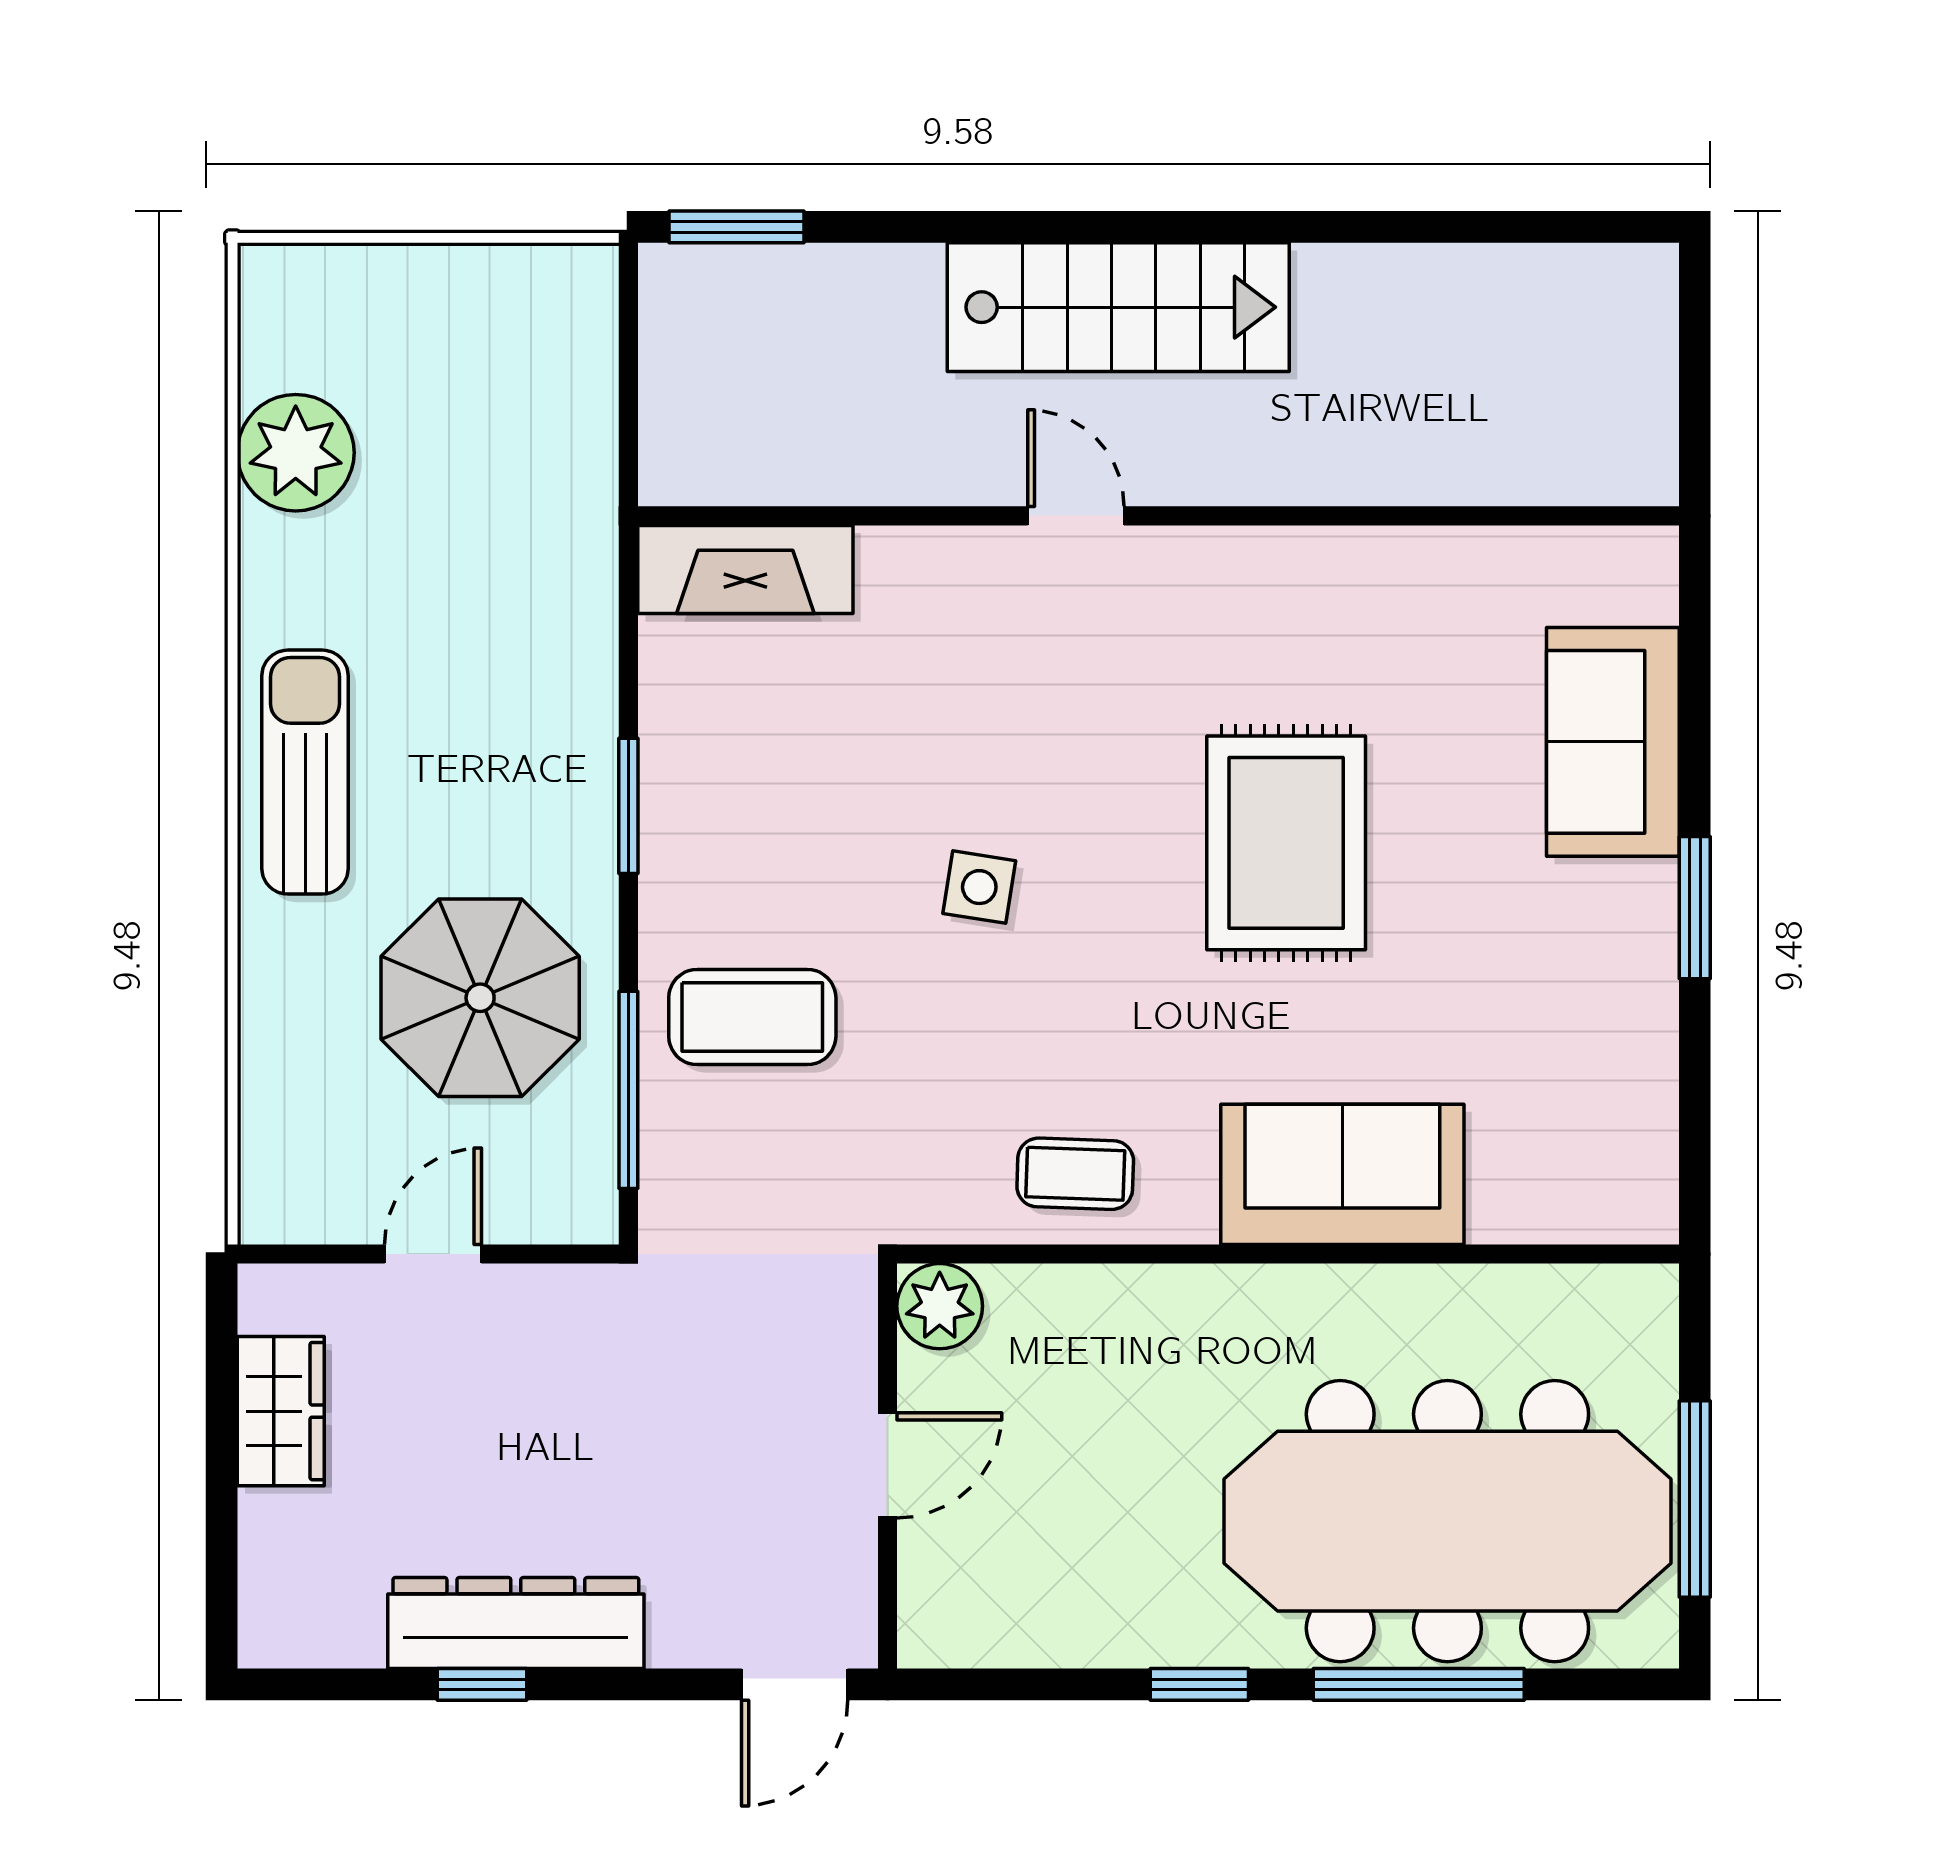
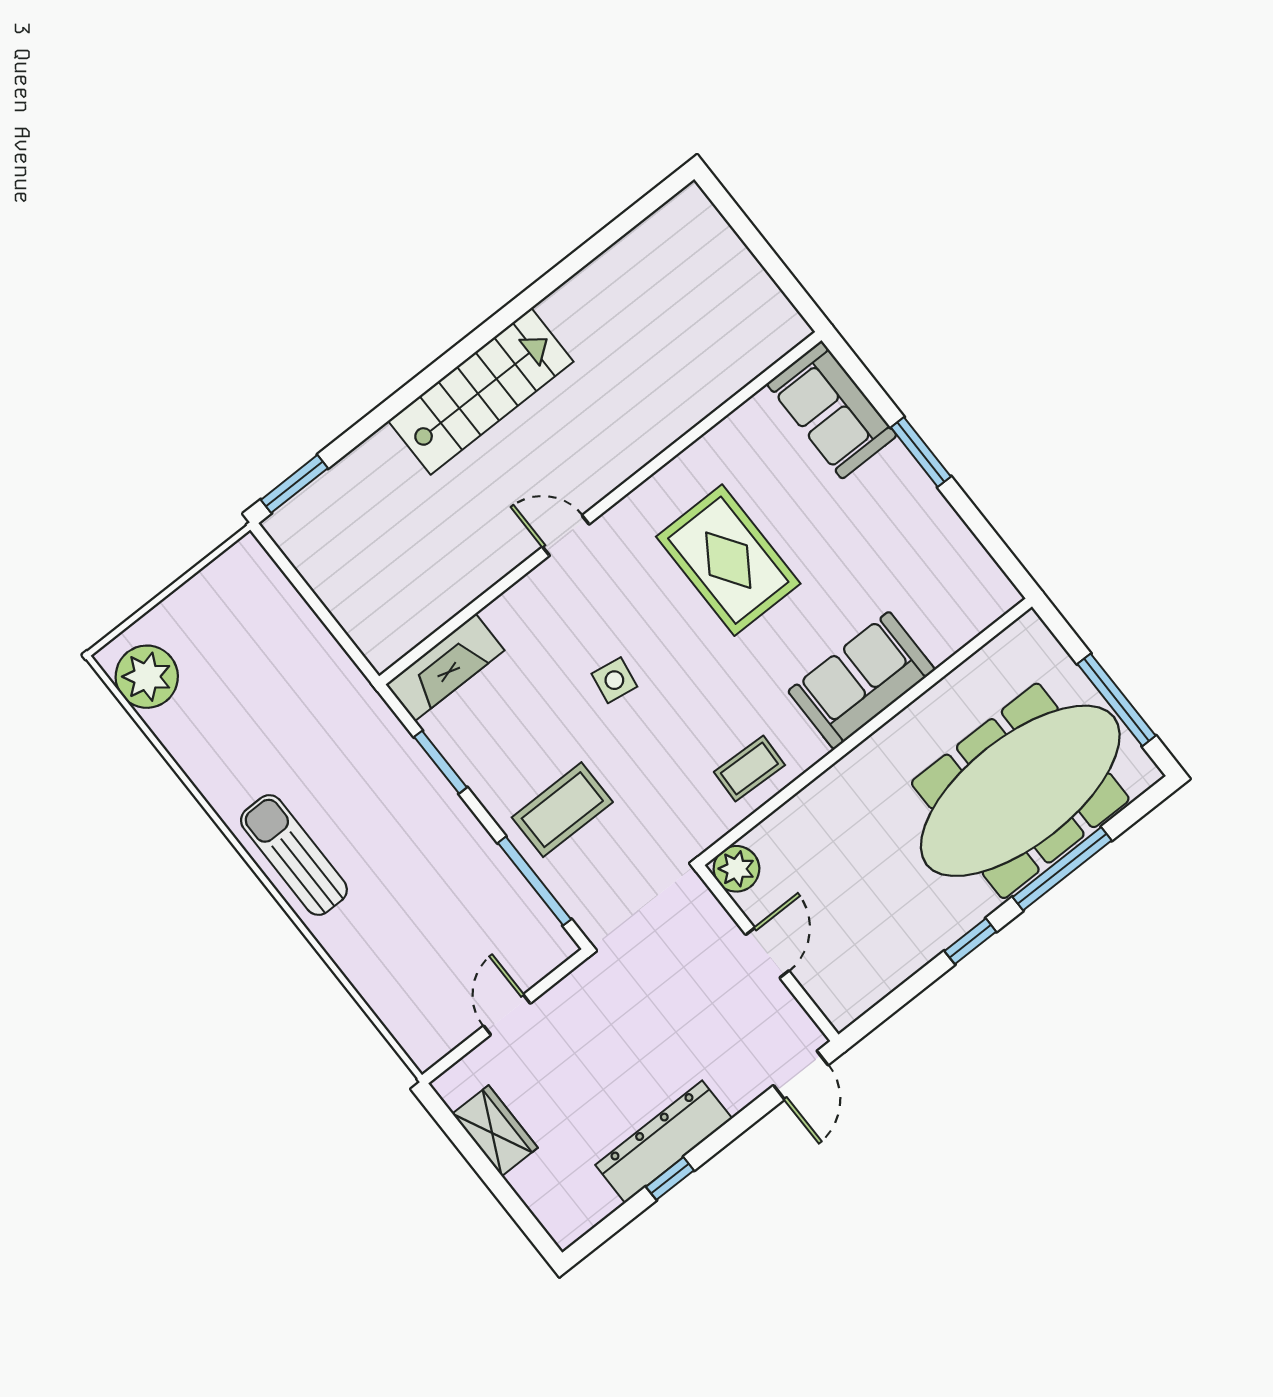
plant: (296, 453) -> (147, 677), moved
door: (1076, 516) -> (566, 535), moved
wall: (1158, 516) -> (600, 508), moved
fireplace: (745, 570) -> (445, 667), moved
parasol: (480, 998) -> (442, 892), removed

